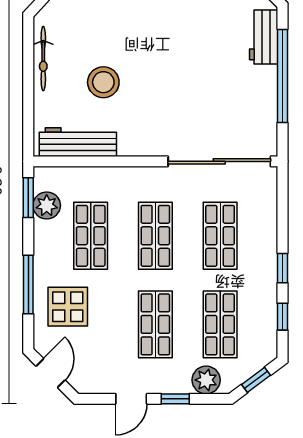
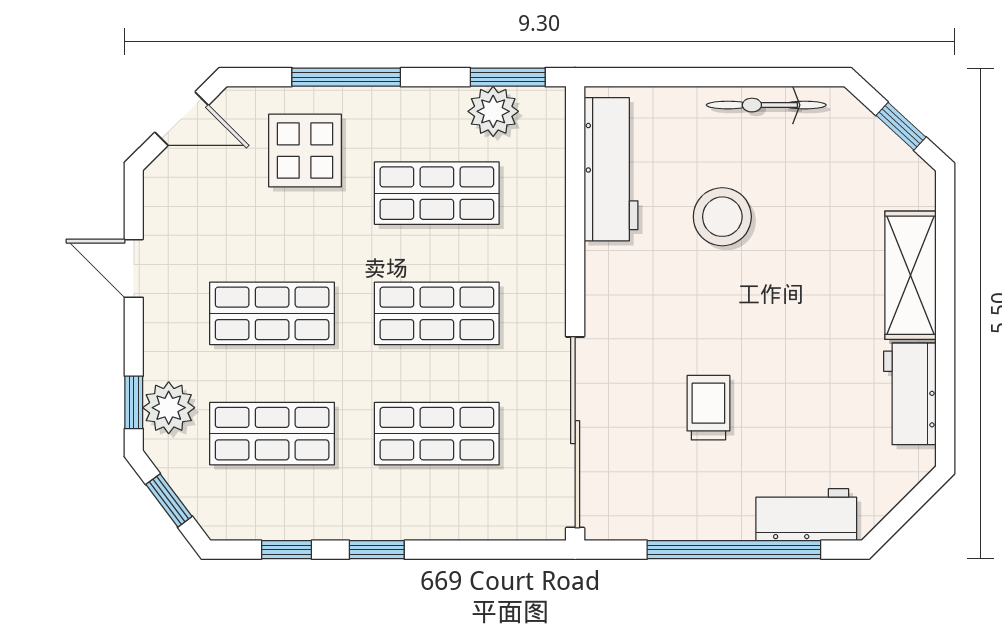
trolley: (206, 90) -> (708, 408), added
window: (175, 399) -> (134, 402), moved

